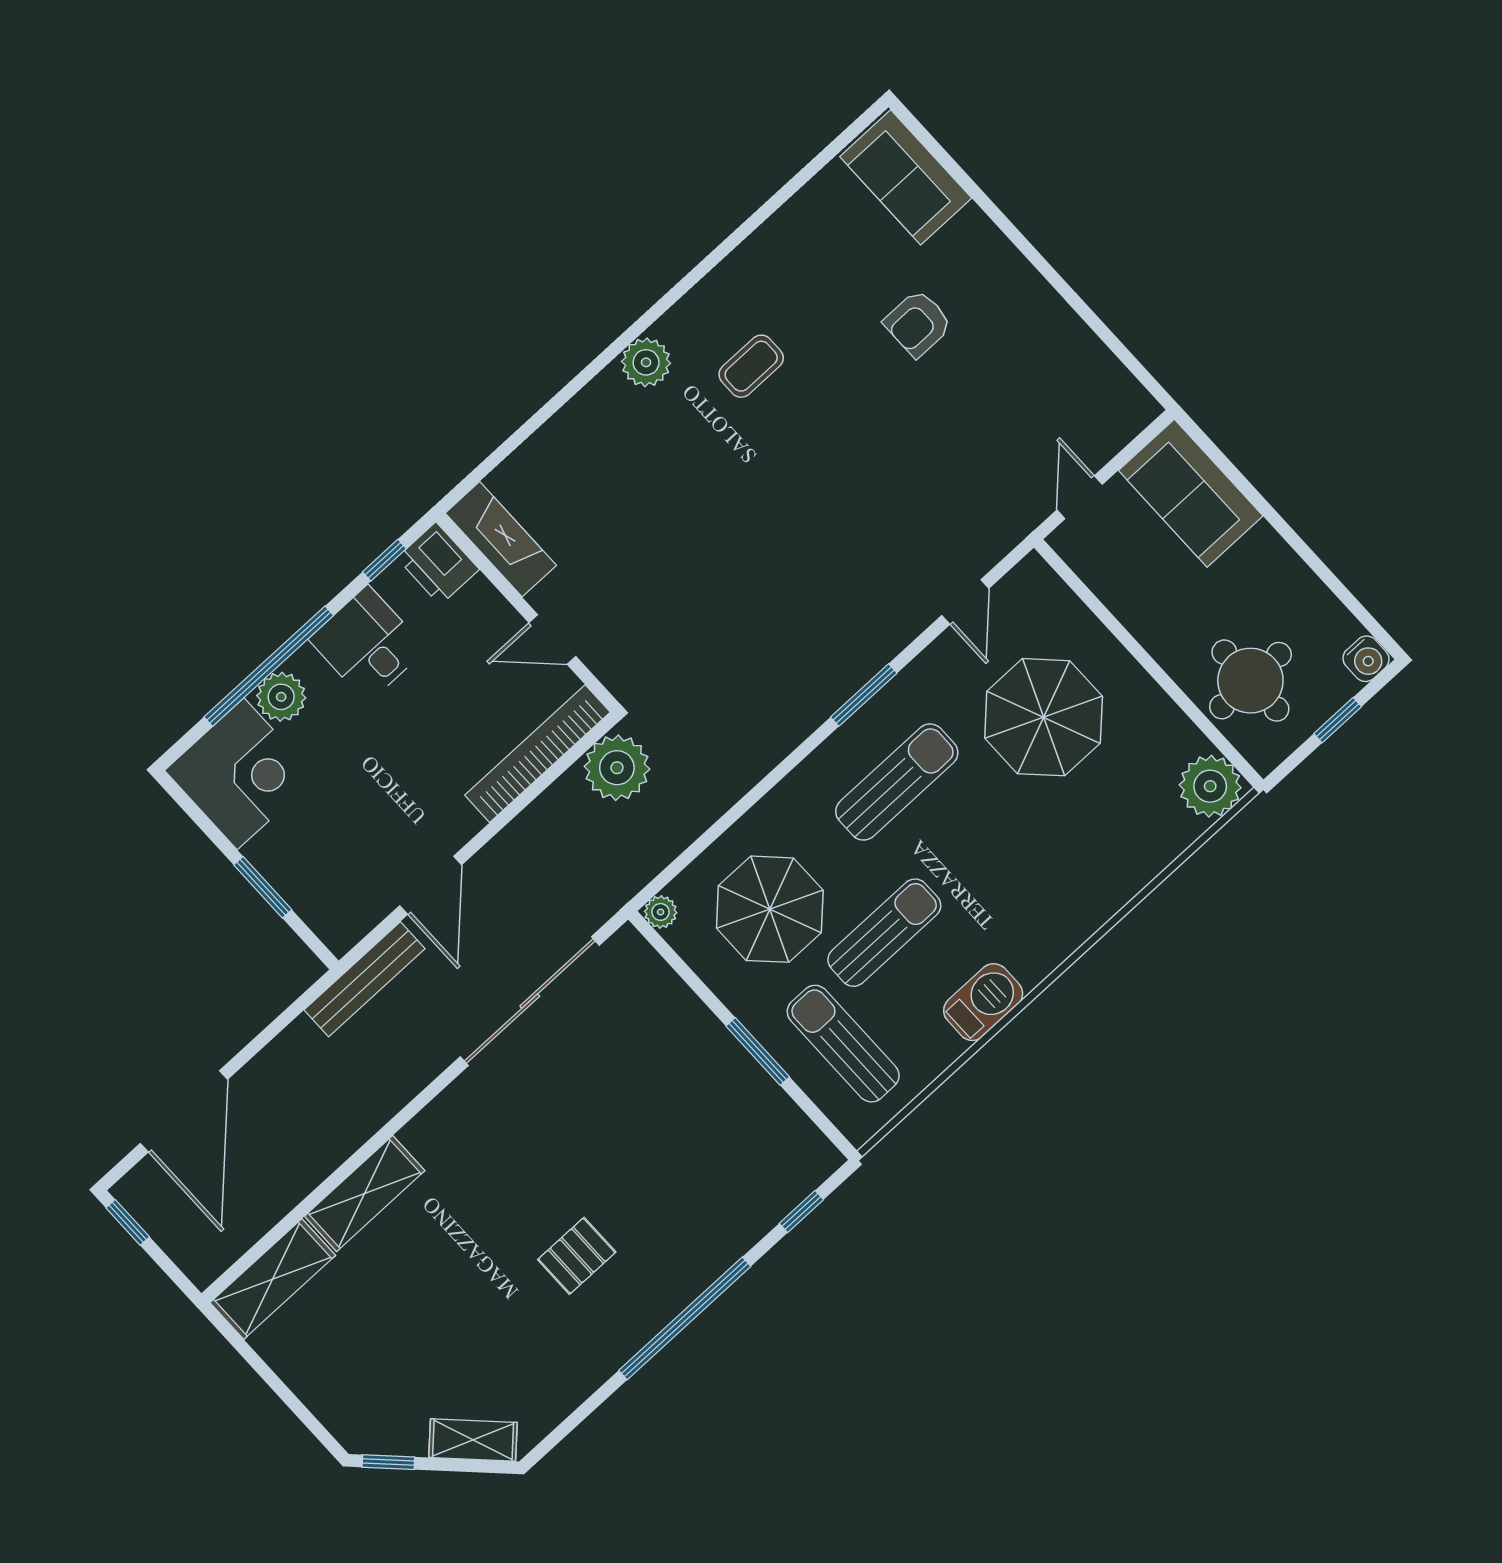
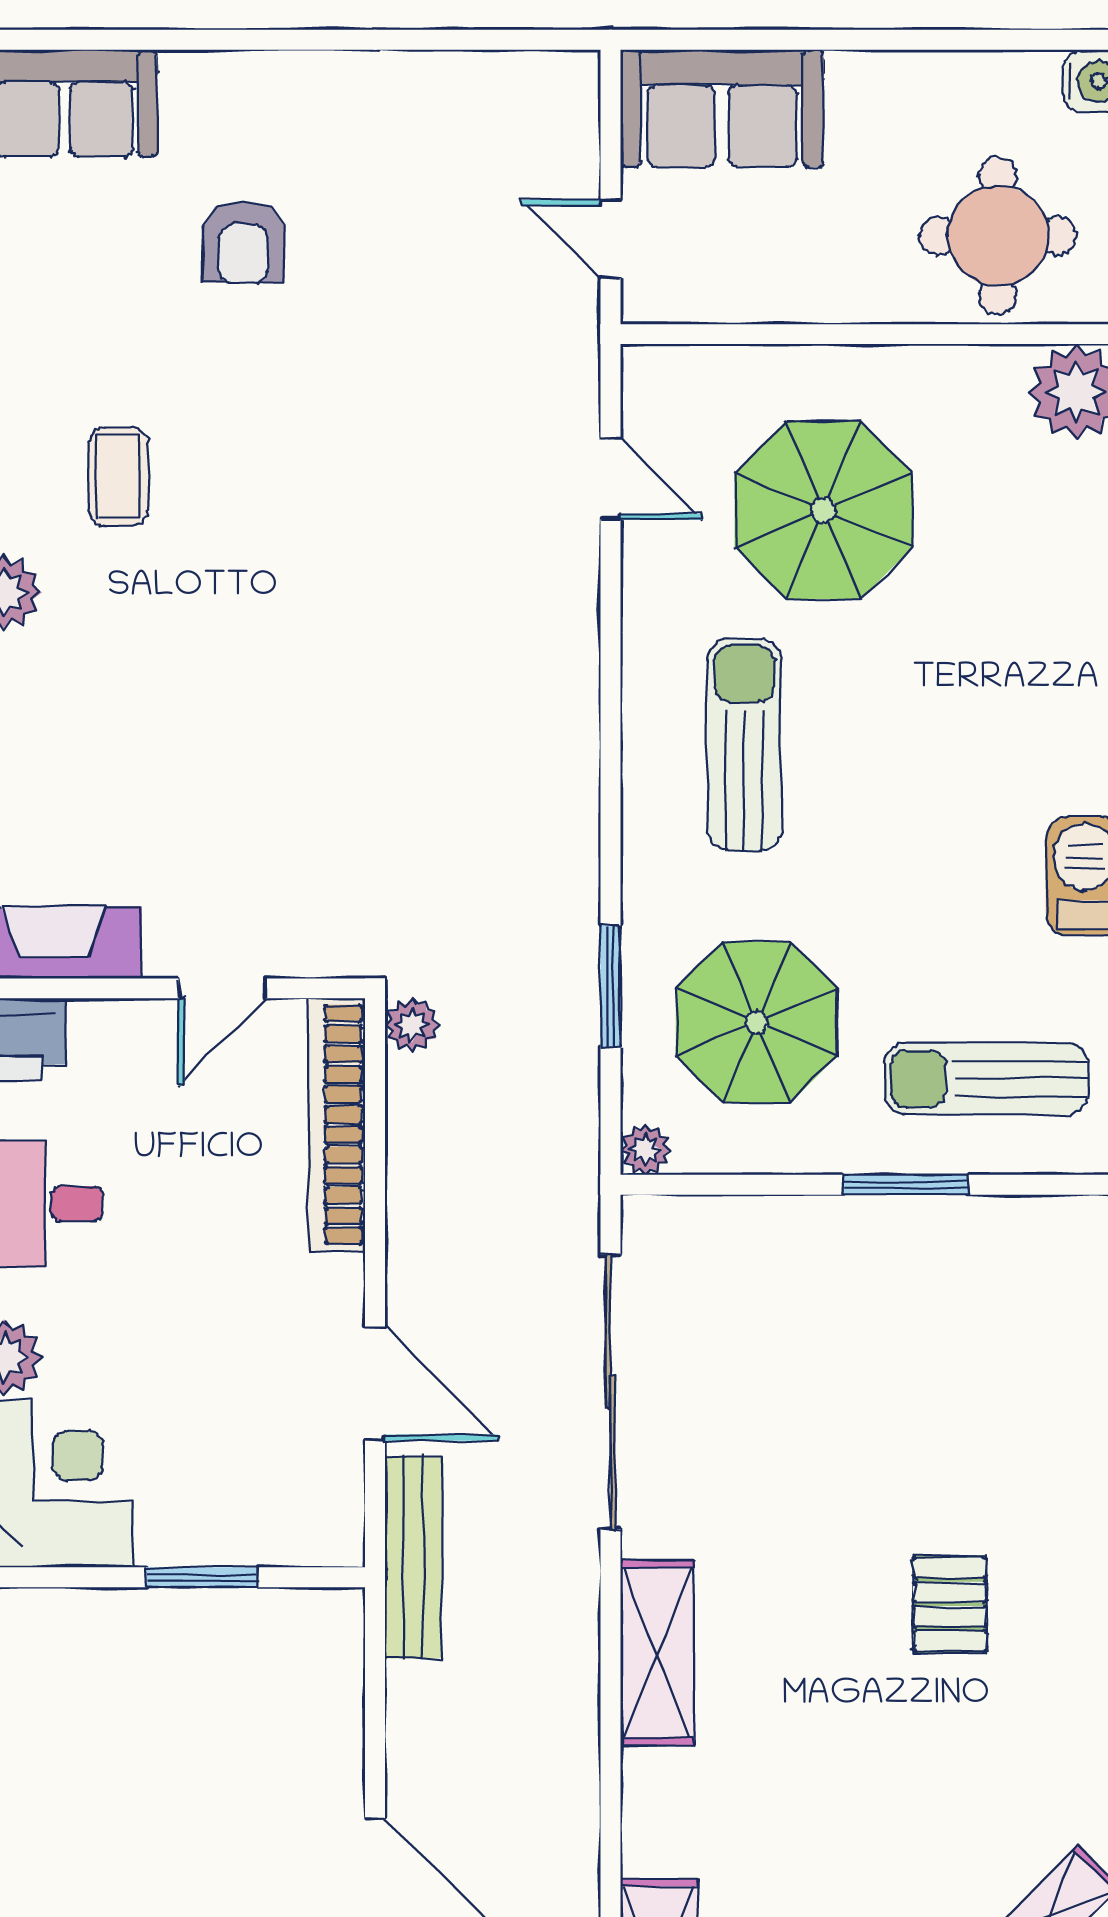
window: (864, 695) -> (610, 986), moved
plant: (617, 768) -> (412, 1025), width x0.53, depth x0.53
sun lounger: (884, 933) -> (903, 916), removed
shelving: (365, 1193) -> (657, 1652), moved

